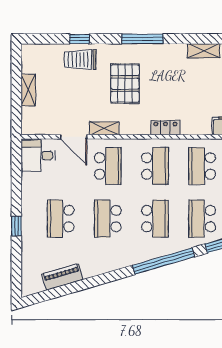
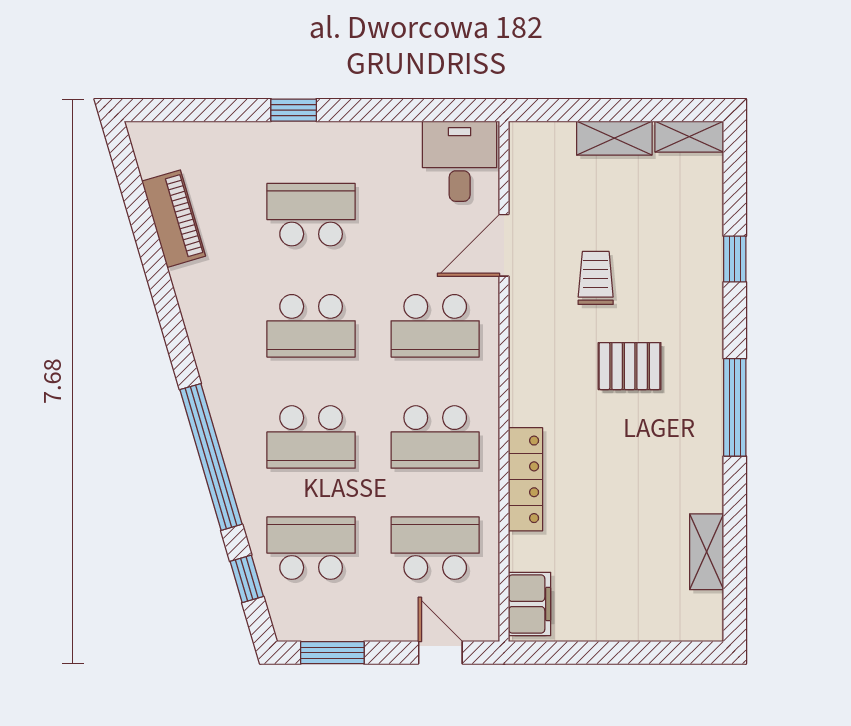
trolley: (80, 60) -> (596, 278), moved, width x0.73, depth x0.72
pallet: (125, 84) -> (630, 366), width x0.67, depth x0.71
shelving: (104, 128) -> (689, 137), moved, turned 90
locker: (165, 128) -> (526, 479), width x1.53
school desk: (108, 219) -> (311, 326), turned 180

